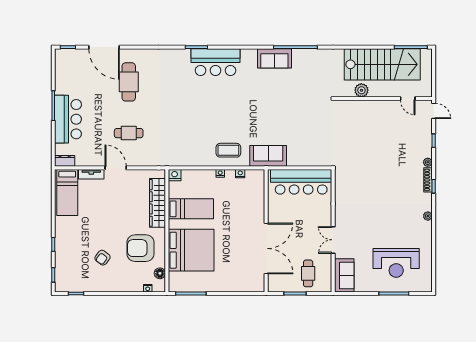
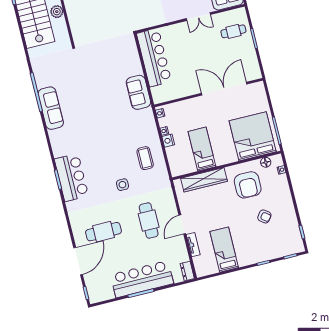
sofa: (274, 58) -> (51, 108), width x1.36
bar counter: (216, 62) -> (71, 177), moved
plant: (361, 90) -> (57, 12), moved
side table: (174, 115) -> (122, 185), added
bar counter: (68, 119) -> (142, 279), width x1.36
cafe table: (129, 133) -> (149, 221), width x1.37, depth x1.35
coffee table: (228, 150) -> (145, 158), moved
nightstand: (175, 175) -> (168, 141), moved
bed: (67, 192) -> (224, 250), moved, turned -90
wall: (266, 231) -> (209, 93), moved
double door: (266, 248) -> (224, 89), moved
bed: (191, 250) -> (253, 136), moved

